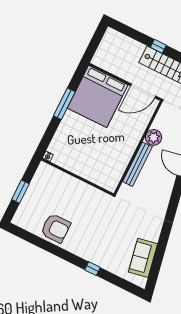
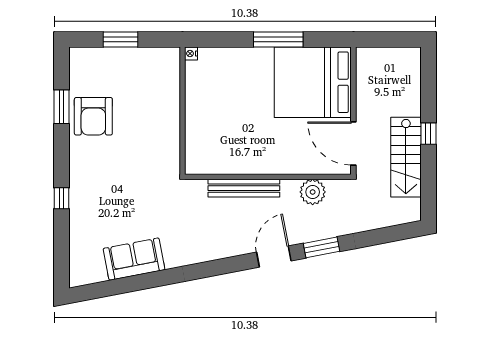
plant: (154, 137) -> (313, 192), moved
window: (42, 243) -> (62, 107), added
sofa: (143, 258) -> (134, 259), moved

